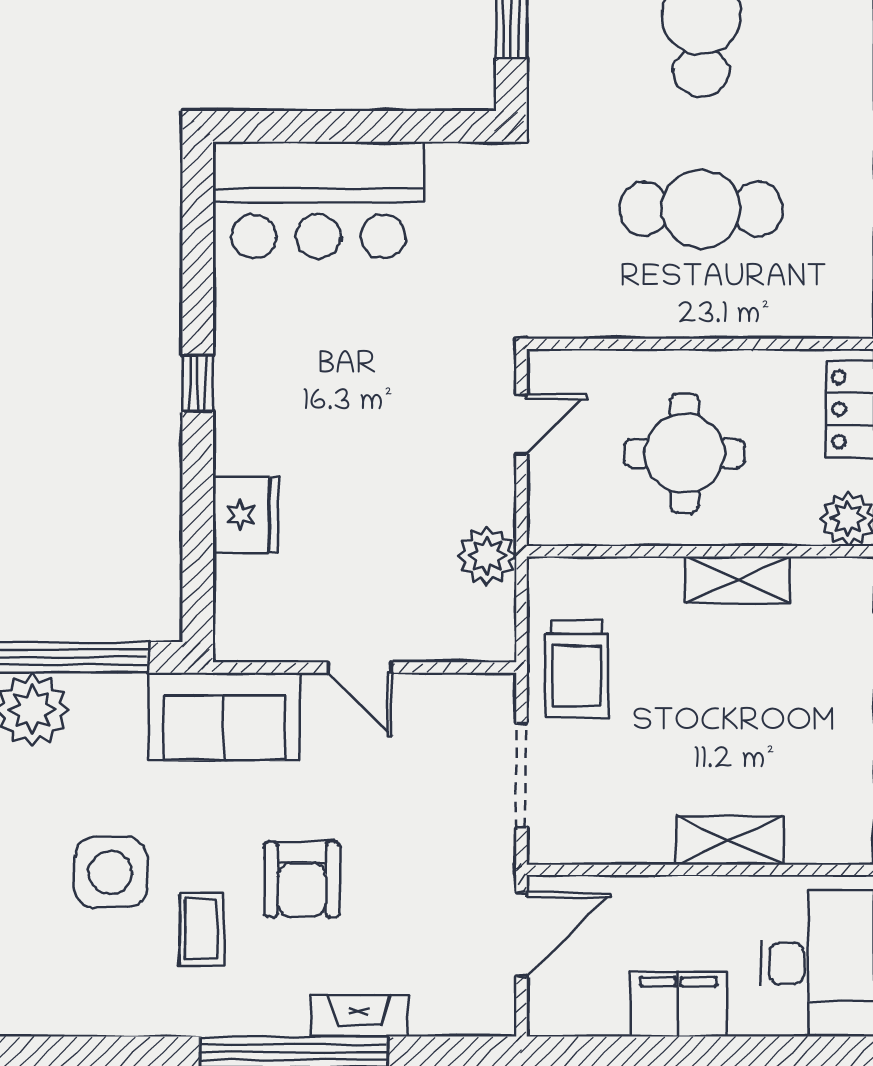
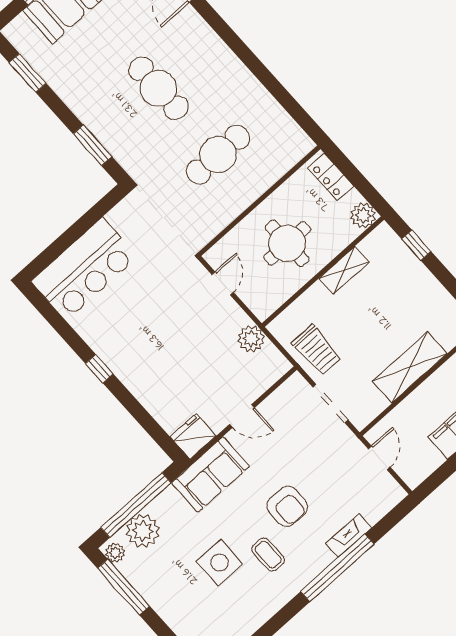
fridge: (246, 515) -> (193, 436), moved, turned -90
shelving: (729, 841) -> (410, 367), width x1.50, depth x1.33
door: (521, 935) -> (379, 458), width x0.73

